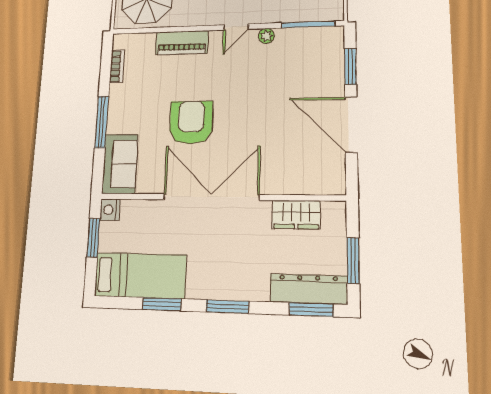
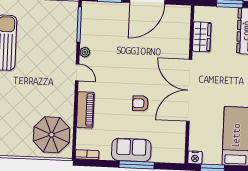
bookcase: (117, 66) -> (87, 155), moved
armchair: (191, 122) -> (140, 103), width x0.53, depth x0.53
sofa: (120, 164) -> (131, 150), moved

